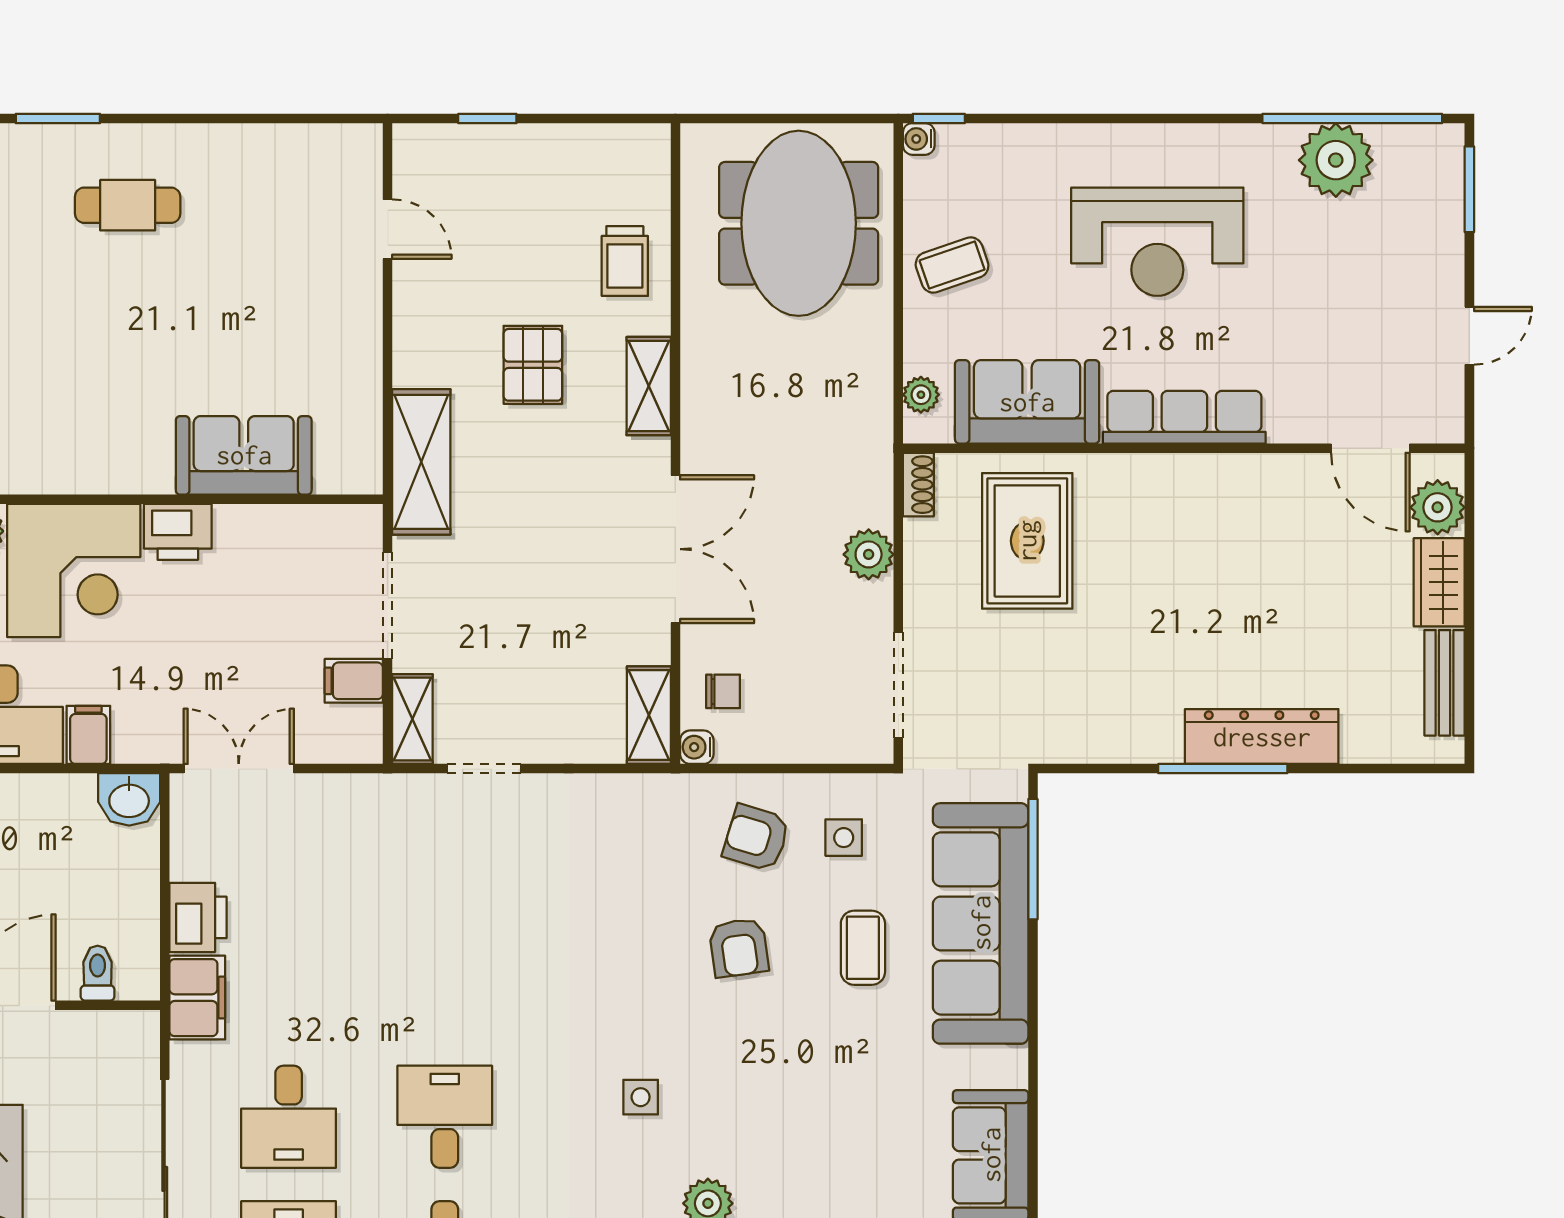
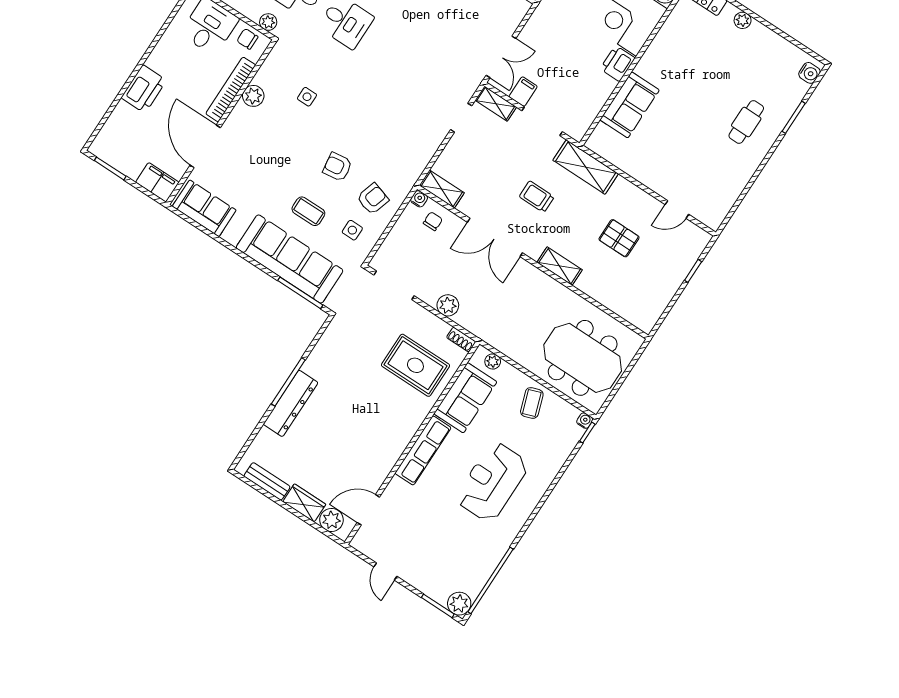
plant: (1336, 160) -> (459, 604), moved, width x0.73, depth x0.73
trolley: (625, 261) -> (537, 197), moved
pallet: (533, 365) -> (619, 238), moved
chair: (723, 691) -> (433, 221), turned 180
double door: (239, 769) -> (501, 57), moved

